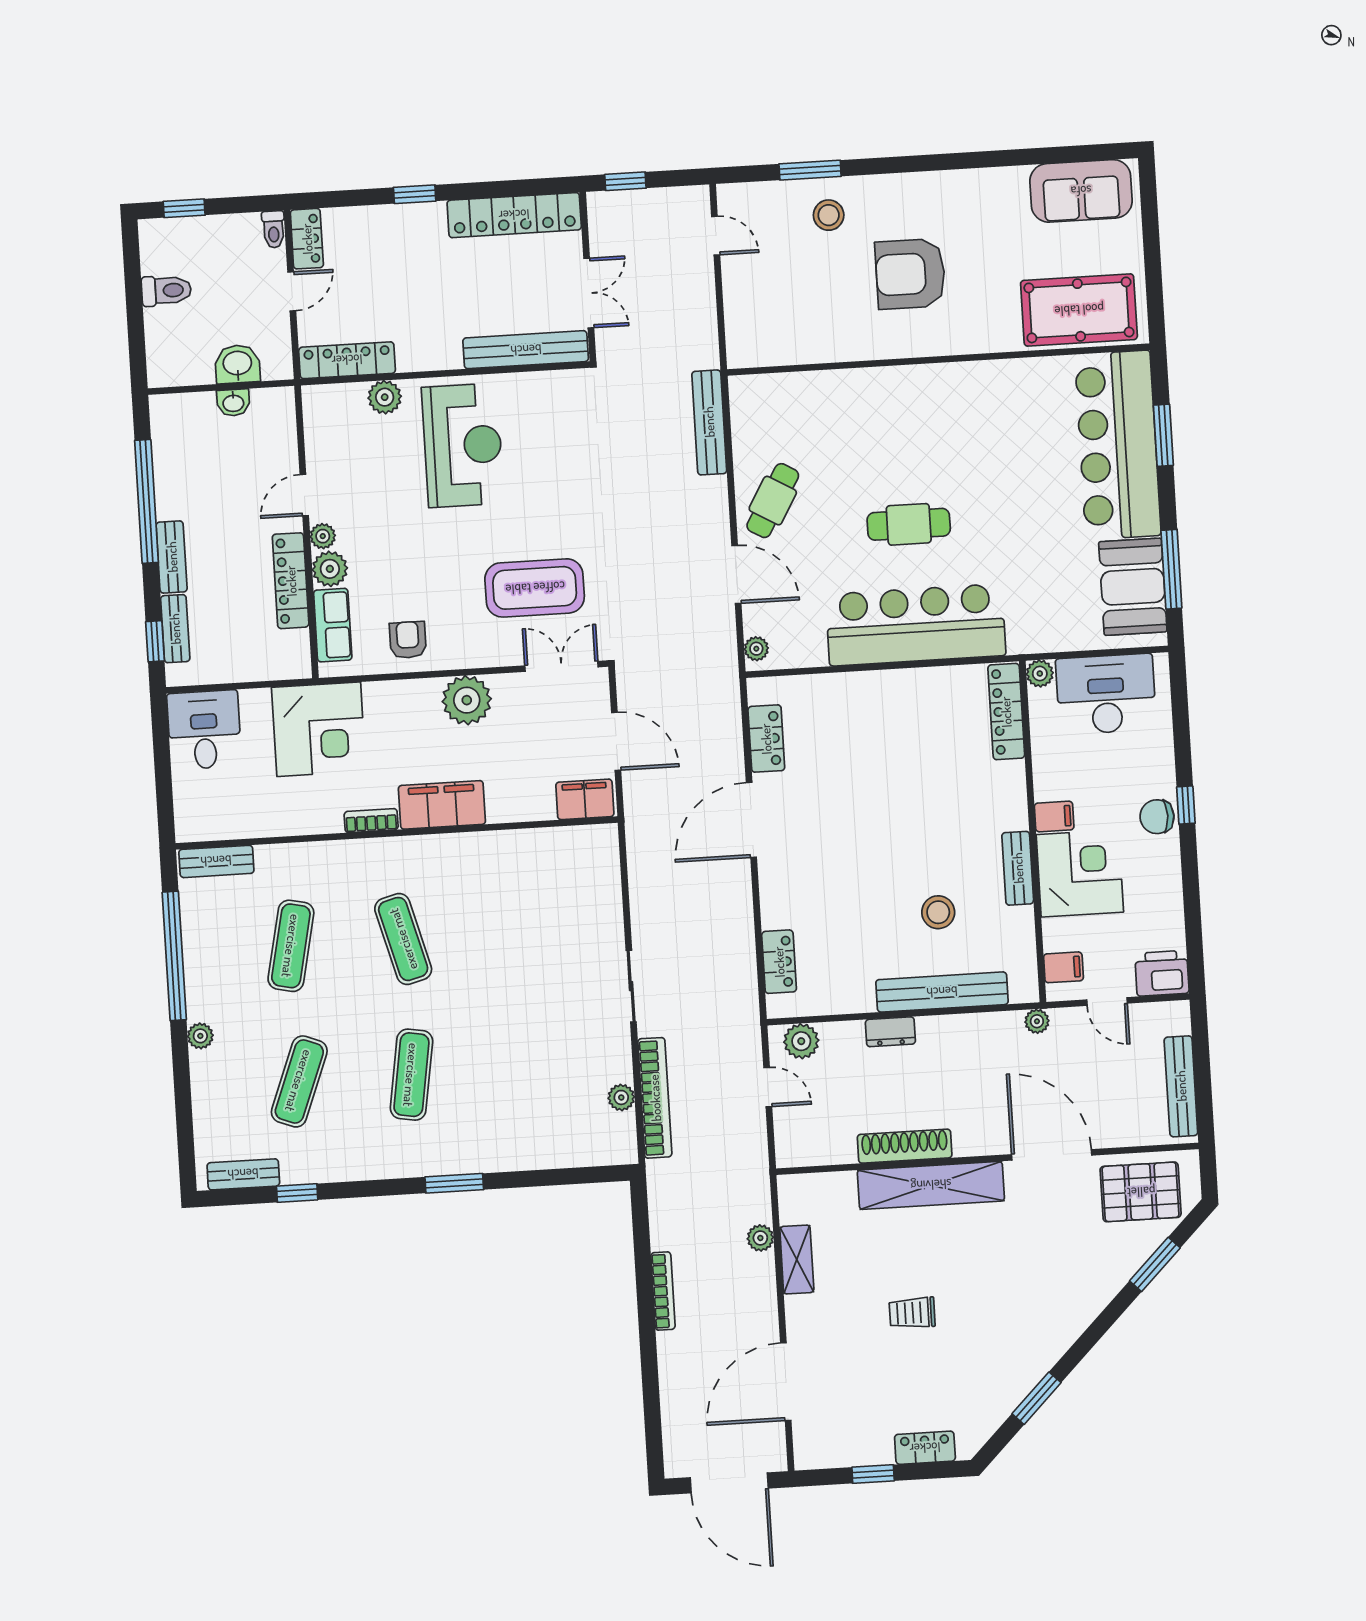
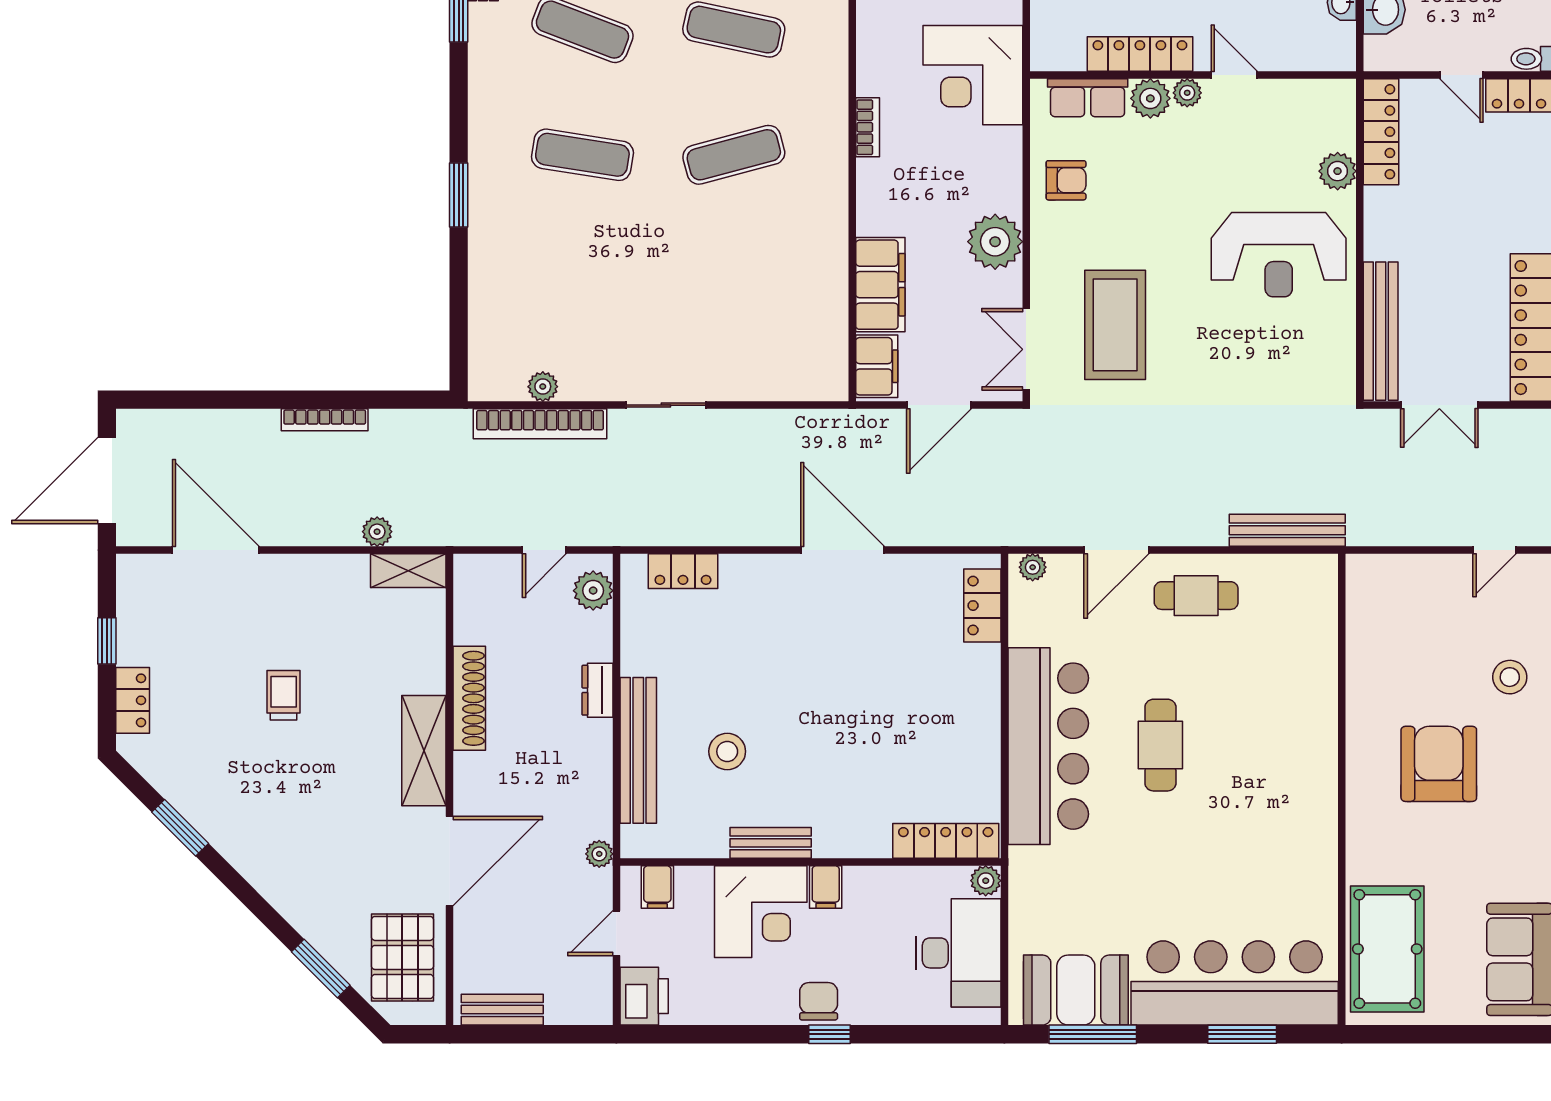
cafe table: (773, 501) -> (1196, 596), turned -30
double door: (561, 666) -> (1026, 349), swing flipped
locker: (766, 739) -> (982, 606), moved, turned 90
filing cabinet: (442, 805) -> (880, 285), moved
bench: (1181, 1086) -> (502, 1010), width x0.73
shelving: (931, 1185) -> (424, 751), width x0.68
shelving: (797, 1260) -> (408, 571), moved

